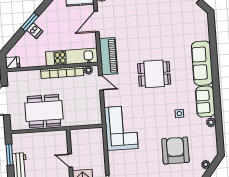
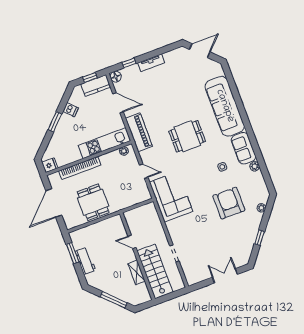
door: (97, 22) -> (118, 103), swing flipped
dishwasher: (35, 31) -> (71, 110), moved
sofa: (202, 63) -> (225, 106), width x1.36, depth x1.27
bookcase: (62, 72) -> (80, 168), moved
door: (101, 83) -> (144, 171), moved
dining table: (44, 111) -> (93, 202), width x0.73

